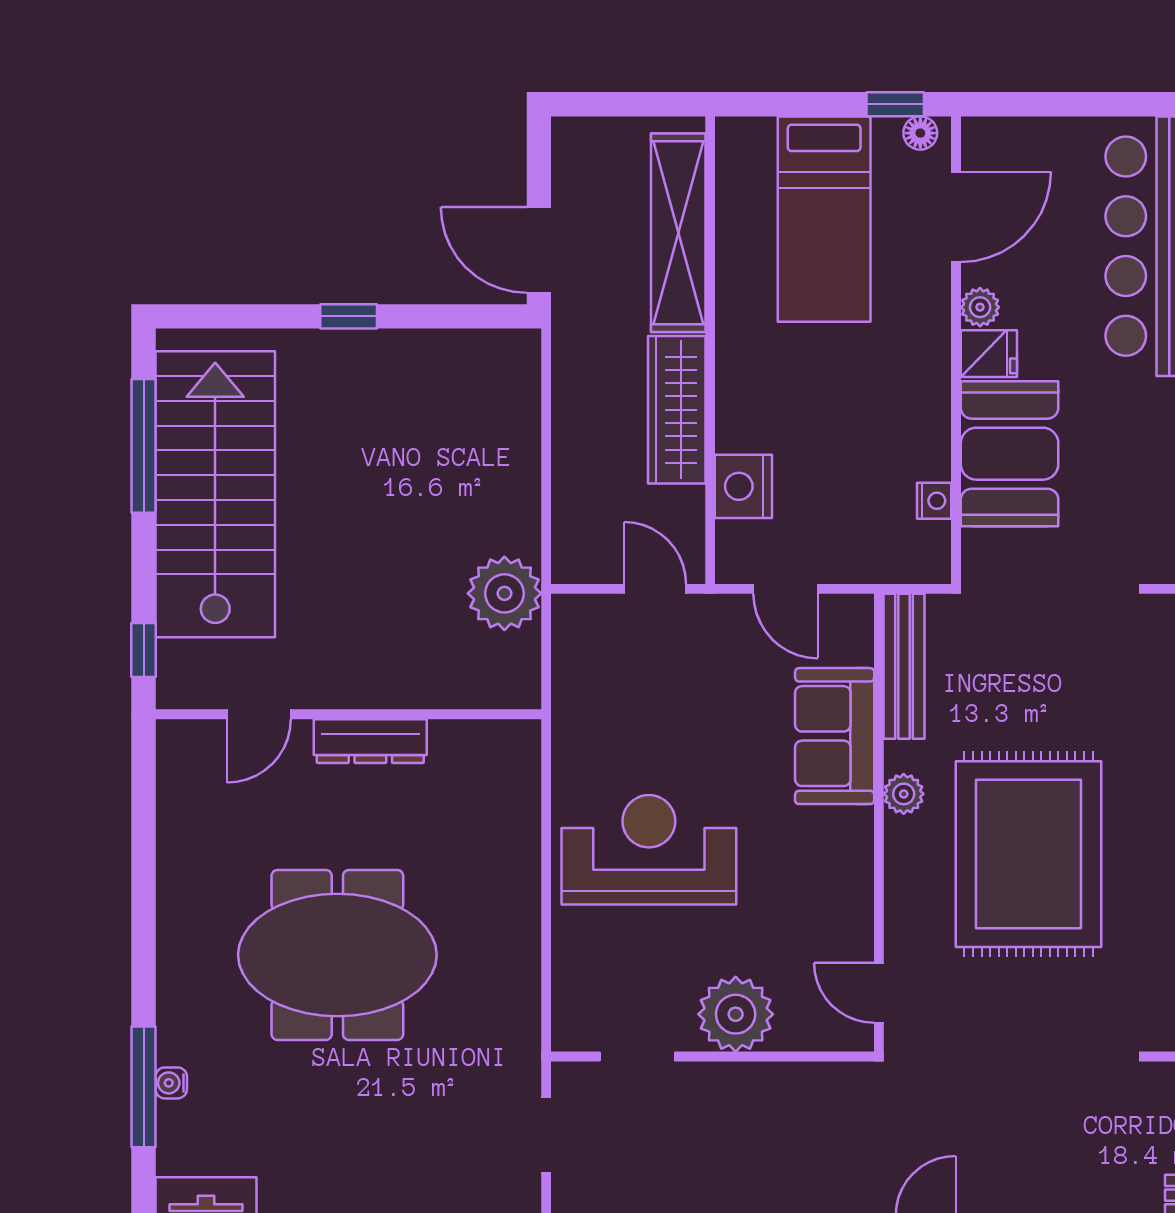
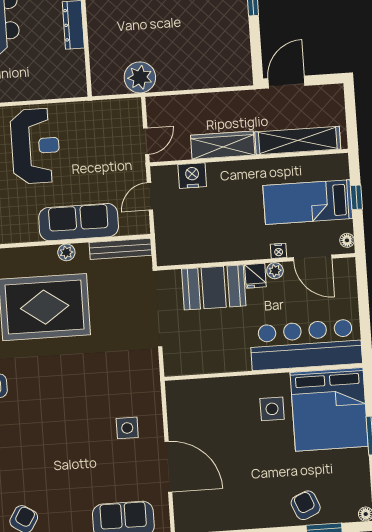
window: (895, 104) -> (356, 197), moved
nightstand: (934, 501) -> (279, 251), moved
sofa: (835, 736) -> (79, 222), width x1.36

